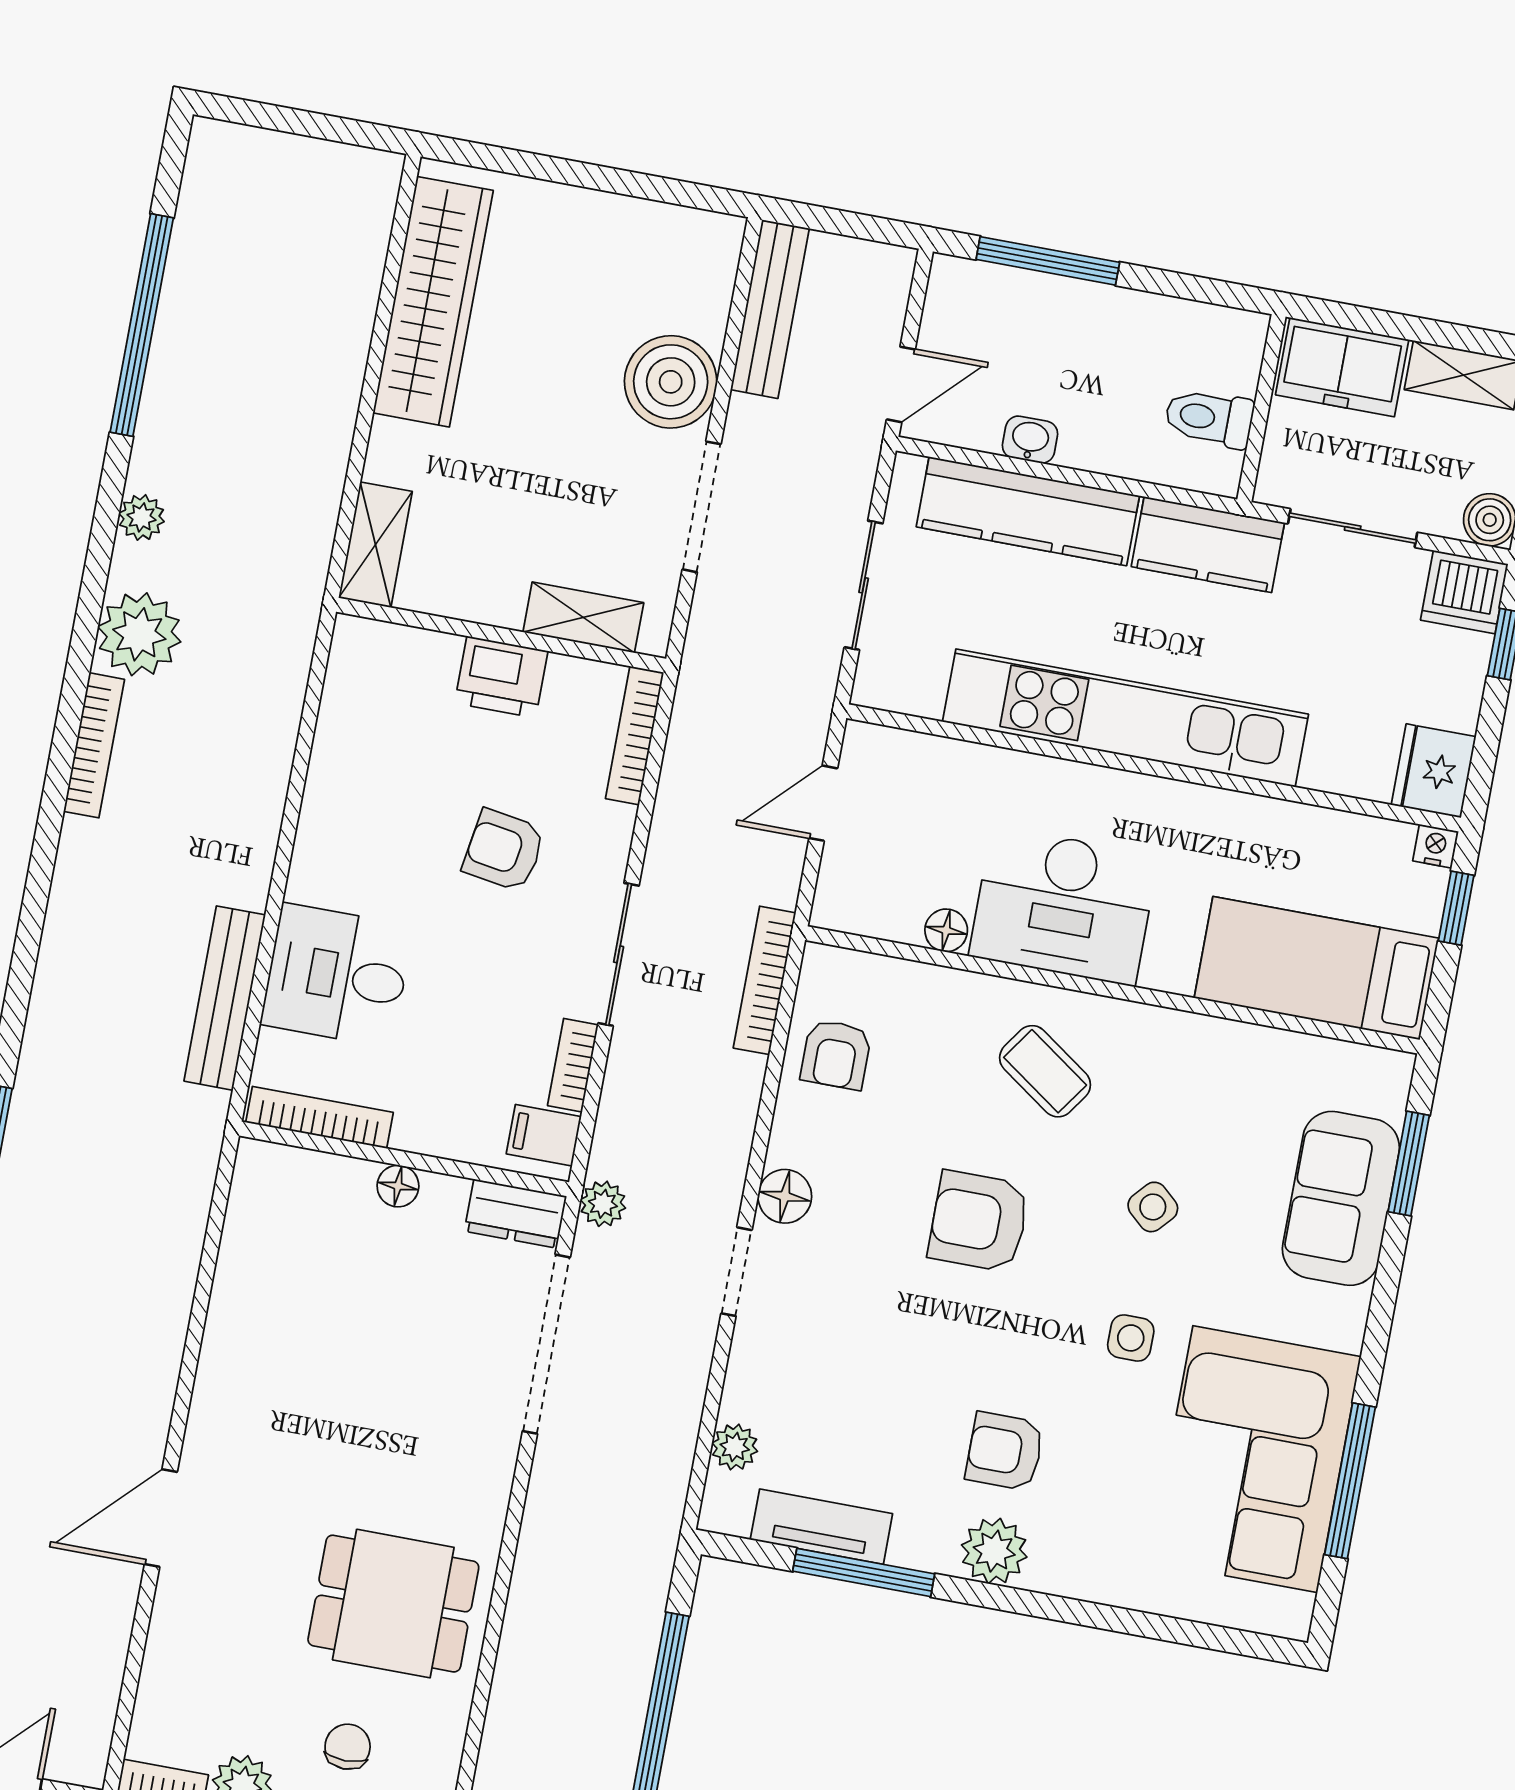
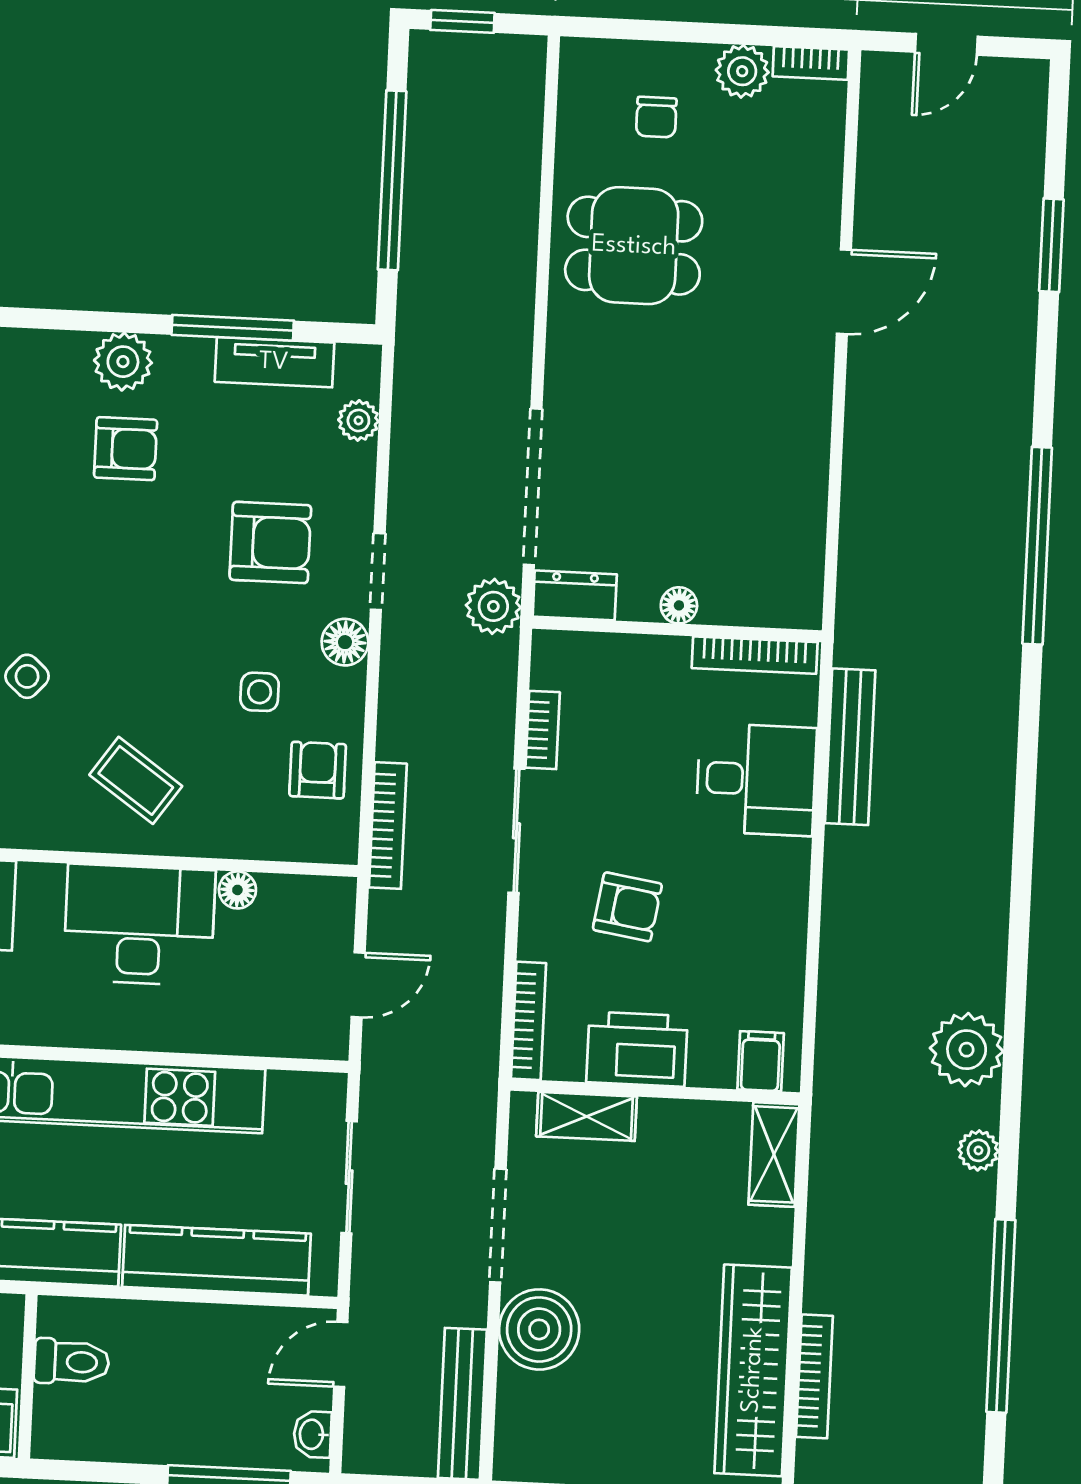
washbasin: (1030, 440) -> (312, 1434), moved, turned 90
printer: (501, 677) -> (637, 1049), width x1.37, depth x1.19
bookcase: (94, 745) -> (814, 1376), moved, turned 180
filing cabinet: (544, 1135) -> (761, 1061), moved, turned -90
plant: (603, 1204) -> (493, 606), width x1.38, depth x1.38
armchair: (979, 1221) -> (270, 542), moved
side table: (1131, 1338) -> (260, 692), moved

